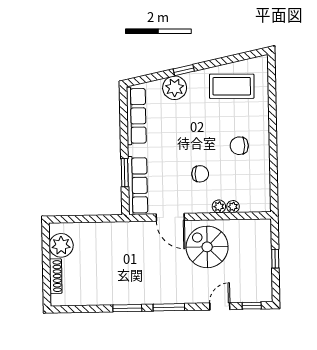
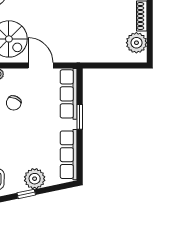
window: (125, 173) -> (80, 117), moved
chair: (200, 174) -> (14, 103), turned -67

